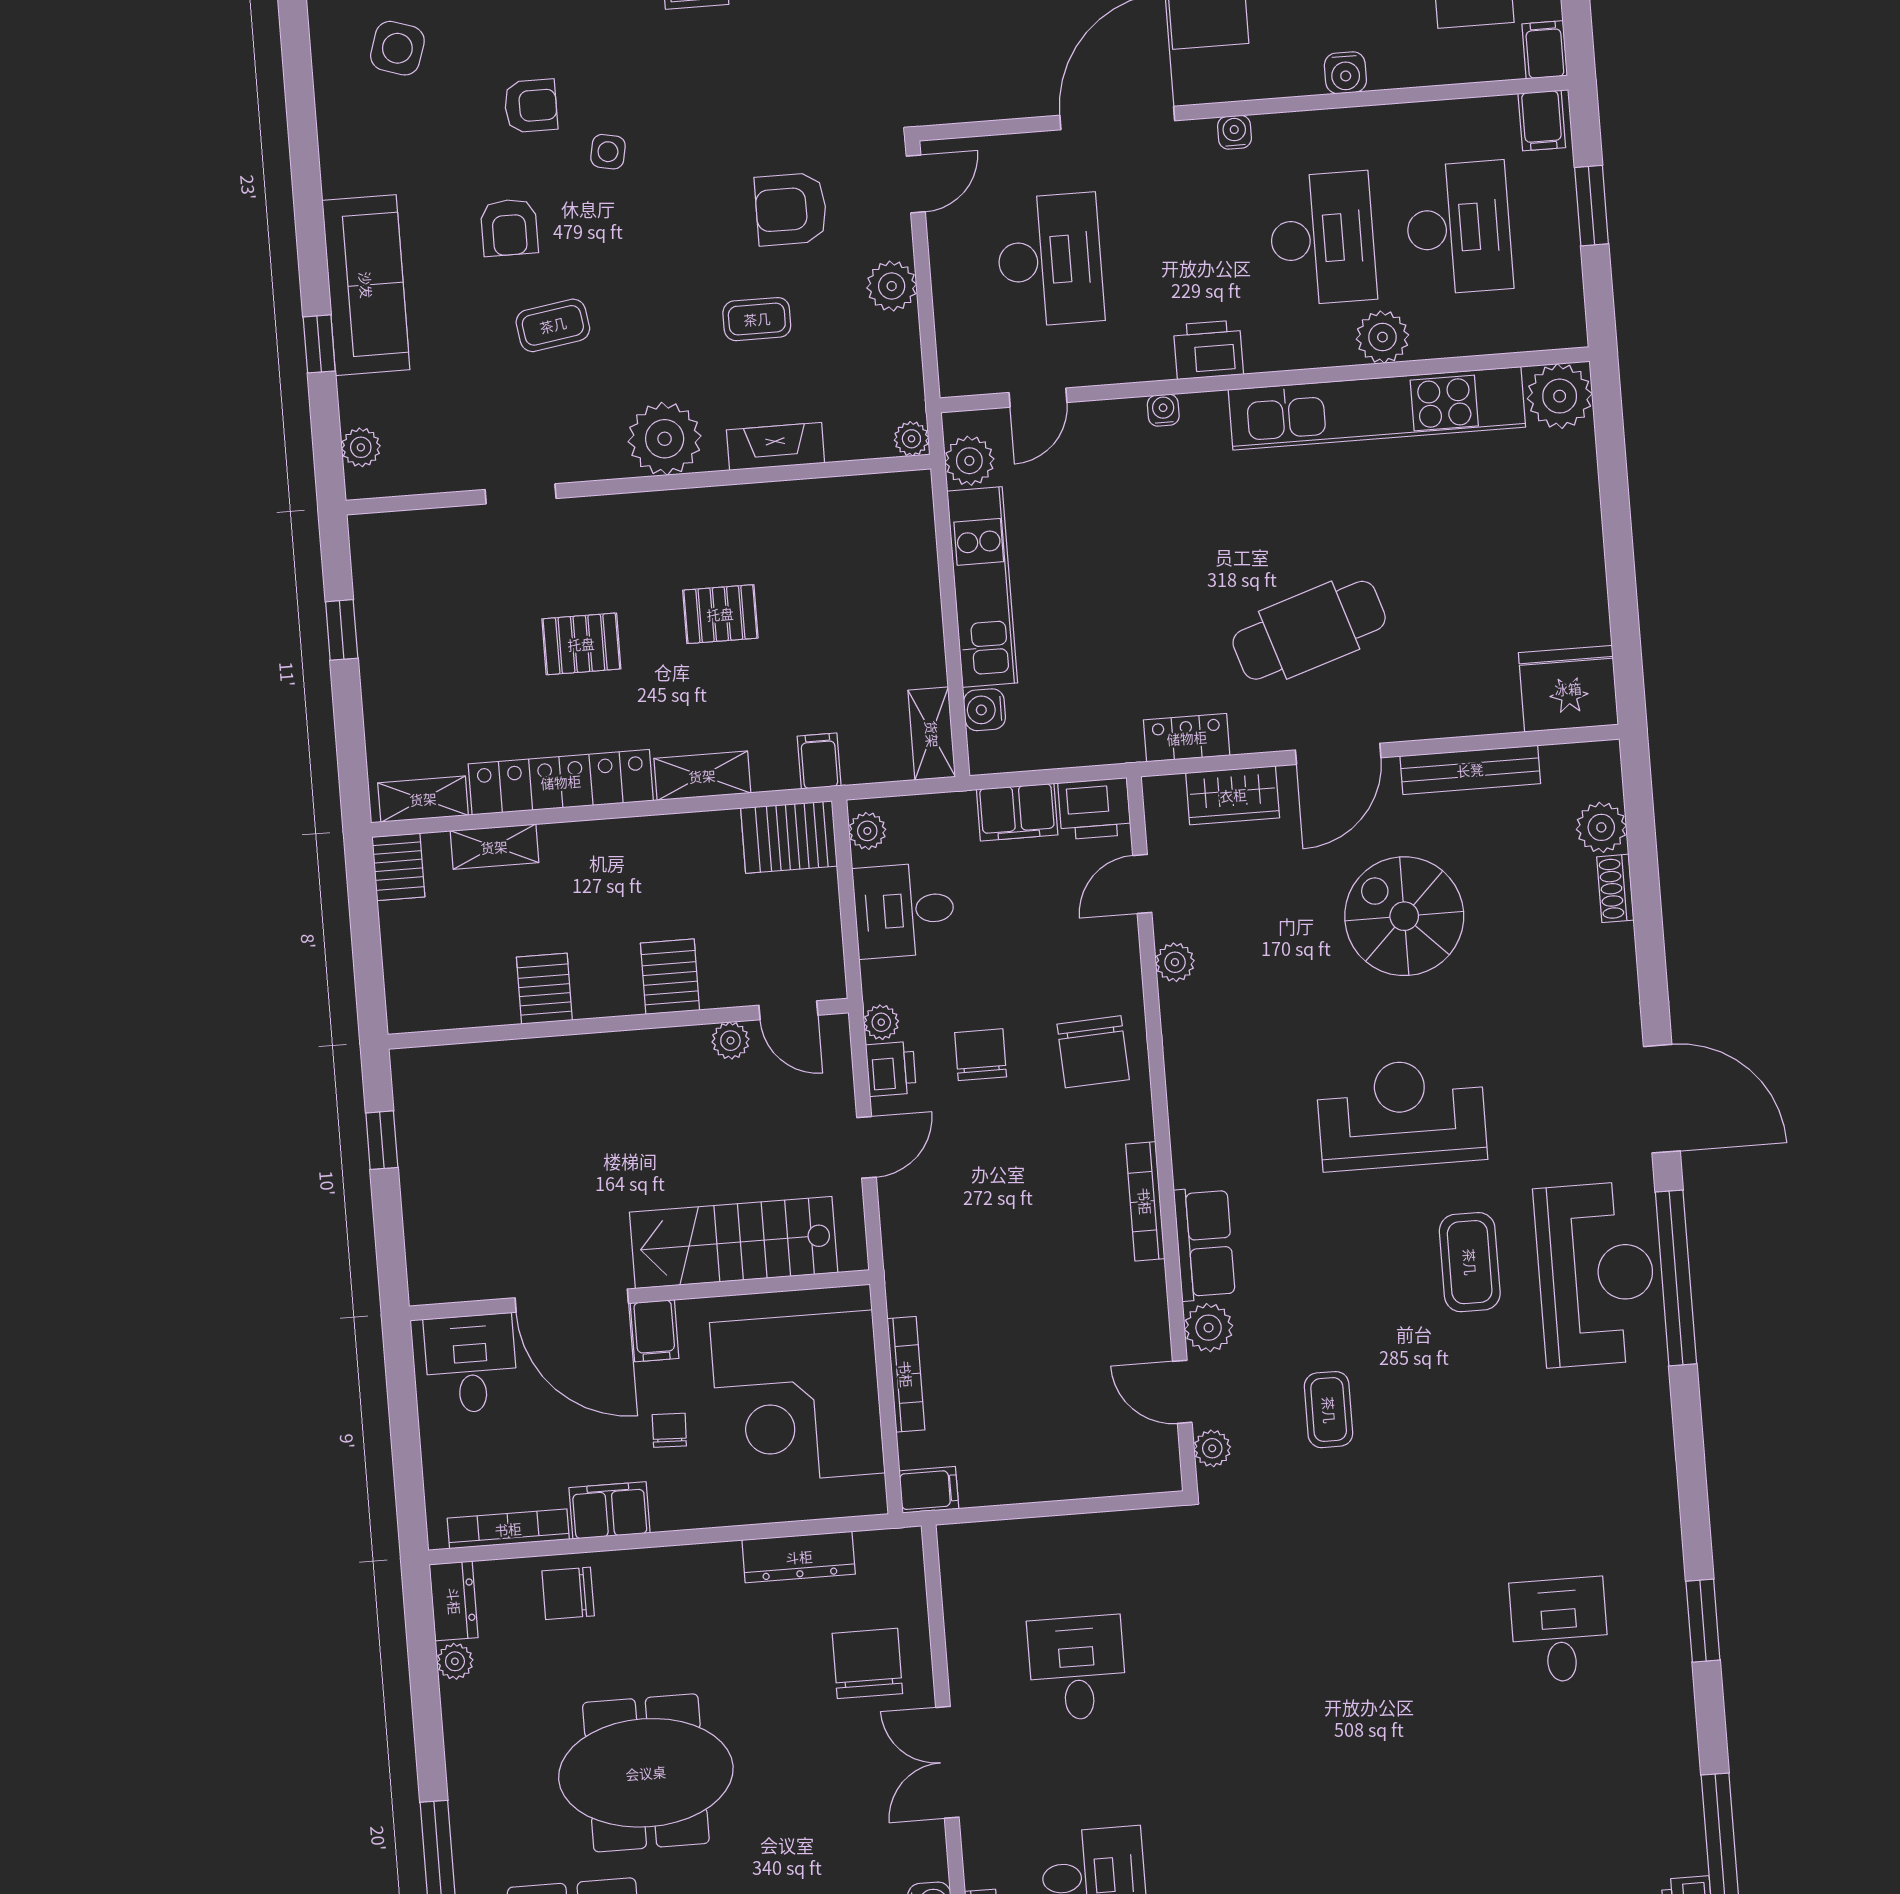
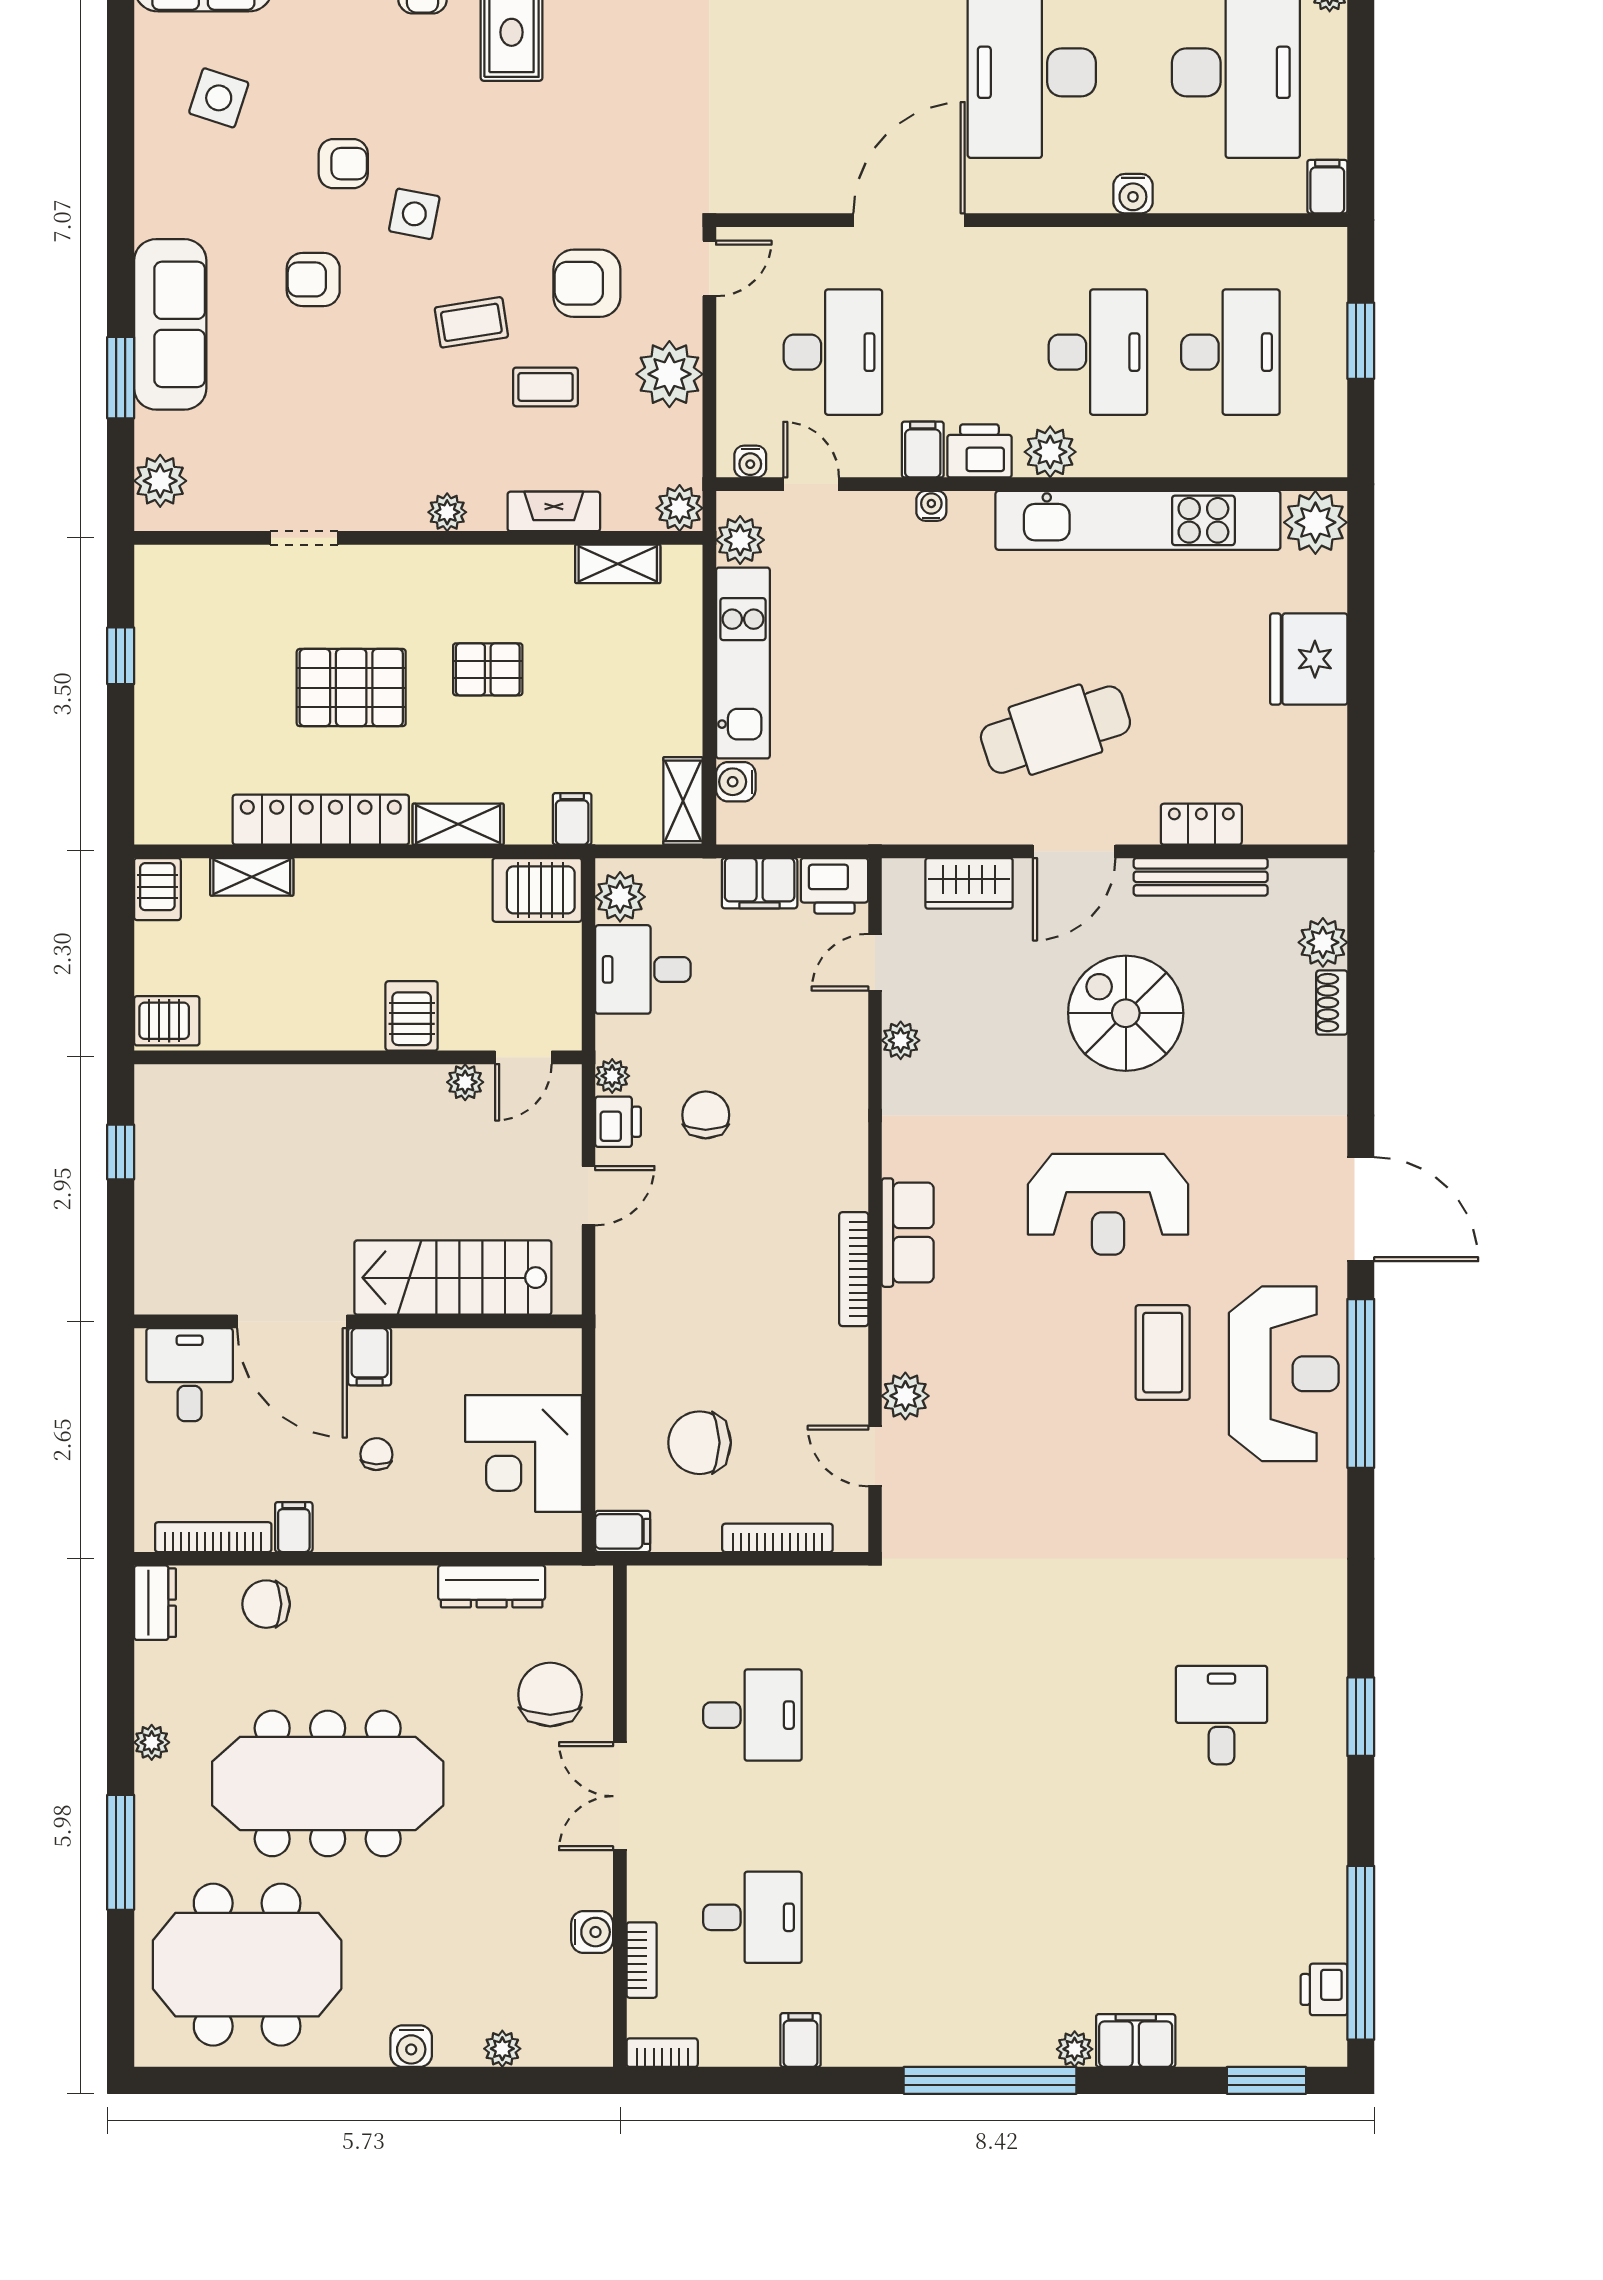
filing cabinet: (1542, 120) -> (923, 450), moved, turned 180
water cooler: (1234, 132) -> (750, 462), moved, turned 180
side table: (608, 152) -> (414, 214), width x1.37, depth x1.37
armchair: (509, 227) -> (313, 279), turned 90
plant: (892, 286) -> (669, 374), width x1.36, depth x1.36
coffee table: (553, 325) -> (471, 322), moved
plant: (1382, 337) -> (1050, 452), moved
window: (319, 344) -> (121, 378), width x1.50
door: (1038, 398) -> (811, 484), swing flipped
plant: (665, 439) -> (447, 512), width x0.53, depth x0.53
plant: (911, 439) -> (680, 508), width x1.38, depth x1.38
plant: (361, 447) -> (160, 481), width x1.38, depth x1.38
pallet: (581, 644) -> (351, 688), width x1.50, depth x1.42
fridge: (1568, 689) -> (1309, 659), moved, turned -90
locker: (1187, 738) -> (1201, 824), moved
shelving: (423, 799) -> (618, 564), moved
plant: (867, 831) -> (620, 897), width x1.38, depth x1.38
server rack: (544, 989) -> (167, 1021), moved, turned 90
door: (788, 1010) -> (523, 1057), hinge flipped
chair: (1093, 1052) -> (700, 1443), moved, turned 93
reception desk: (1401, 1114) -> (1108, 1204), turned 180
row of seats: (1204, 1244) -> (908, 1233), moved
bookcase: (906, 1374) -> (777, 1538), moved, turned -90
corner desk: (797, 1398) -> (523, 1454), width x0.74, depth x0.74
coffee table: (1329, 1410) -> (1015, 1484), removed
plant: (1212, 1448) -> (900, 1513), removed
filing cabinet: (610, 1510) -> (294, 1527), width x0.50
plant: (455, 1661) -> (152, 1742), moved
desk: (1077, 1668) -> (752, 1715), turned 90
meeting table: (646, 1773) -> (328, 1783), width x1.36

